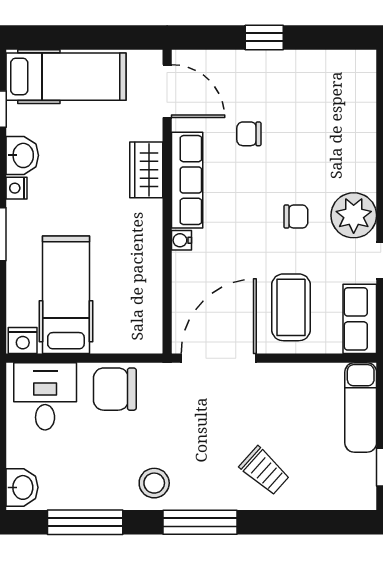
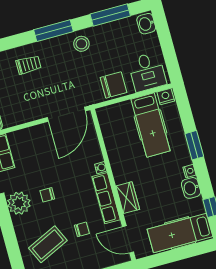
coffee table: (291, 307) -> (48, 244), moved, turned 65
trolley: (265, 471) -> (28, 65), turned 138

